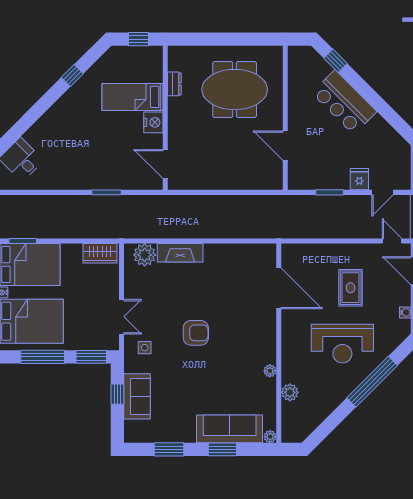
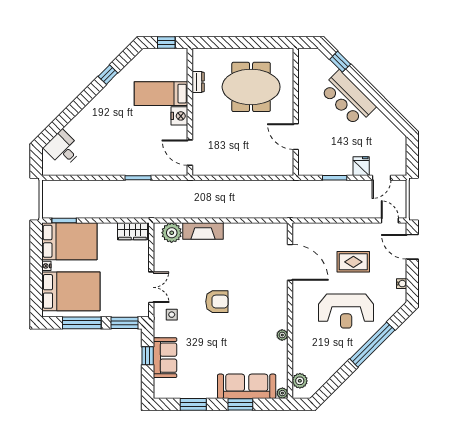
rug: (351, 288) -> (353, 262), turned 90
plant: (290, 392) -> (300, 381), moved

